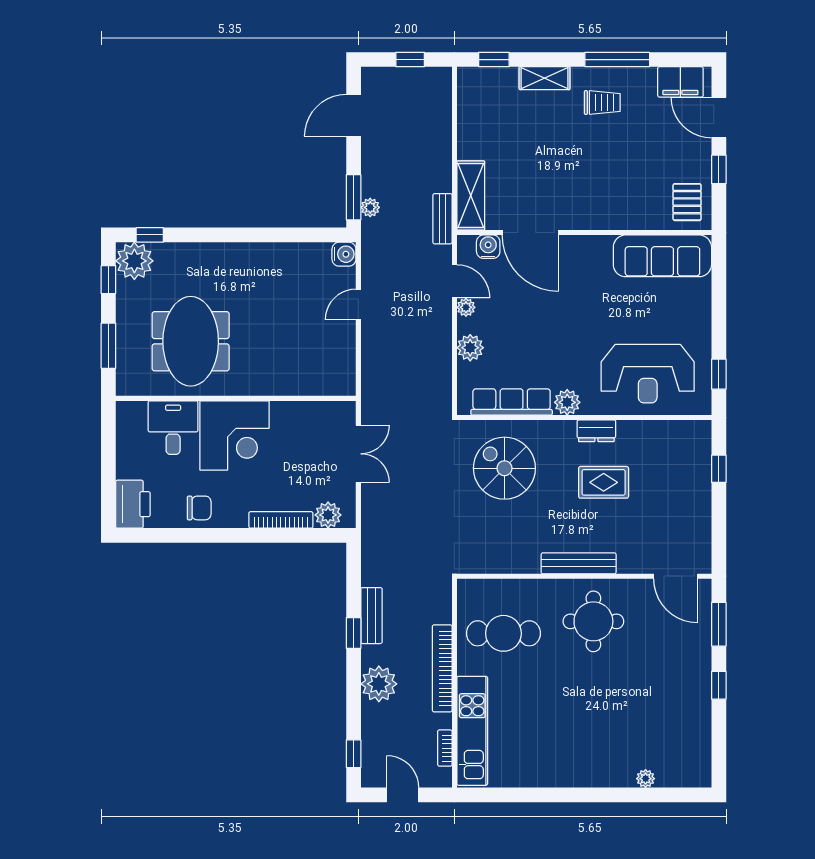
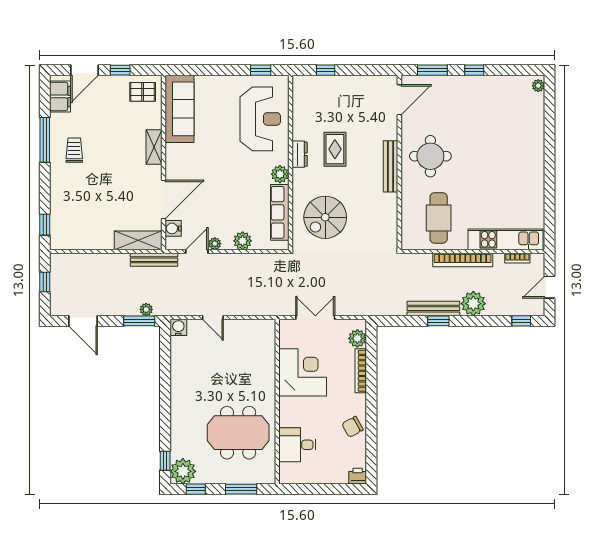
shelving: (545, 78) -> (154, 147), moved
bench: (442, 219) -> (154, 260), width x1.36
corner desk: (234, 435) -> (303, 372), moved
printer: (133, 504) -> (358, 476), width x0.53, depth x0.68
chair: (199, 508) -> (353, 427), turned -119
bench: (371, 616) -> (433, 309), width x1.36
plant: (646, 779) -> (538, 86), moved

